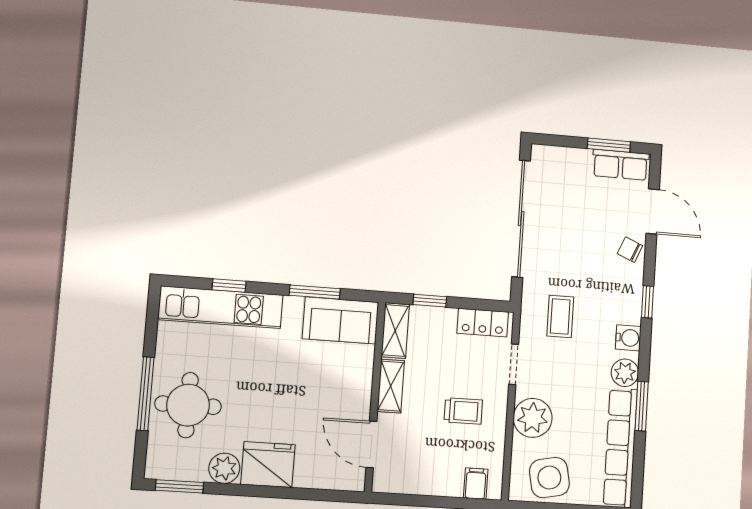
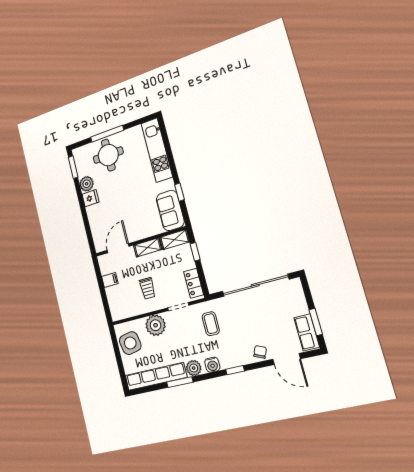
door: (653, 211) -> (287, 359), hinge flipped
window: (229, 285) -> (168, 150), removed
window: (315, 292) -> (179, 192), width x0.67
coffee table: (560, 316) -> (211, 324), turned 90
fridge: (268, 464) -> (90, 198), width x0.53, depth x0.75
filing cabinet: (476, 484) -> (110, 280), moved

